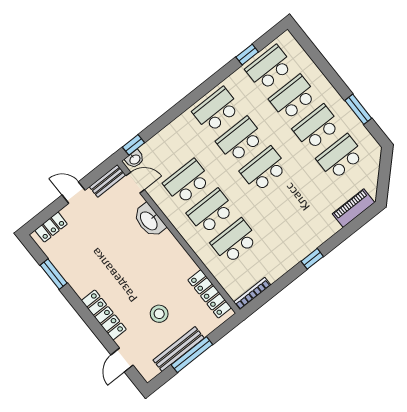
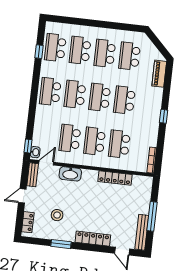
window: (358, 109) -> (116, 26), removed
school desk: (287, 199) -> (124, 100), added
window: (54, 274) -> (61, 244), moved
locker: (210, 294) -> (115, 178), moved
stool: (159, 314) -> (57, 215), moved
bench: (179, 349) -> (142, 232), moved

